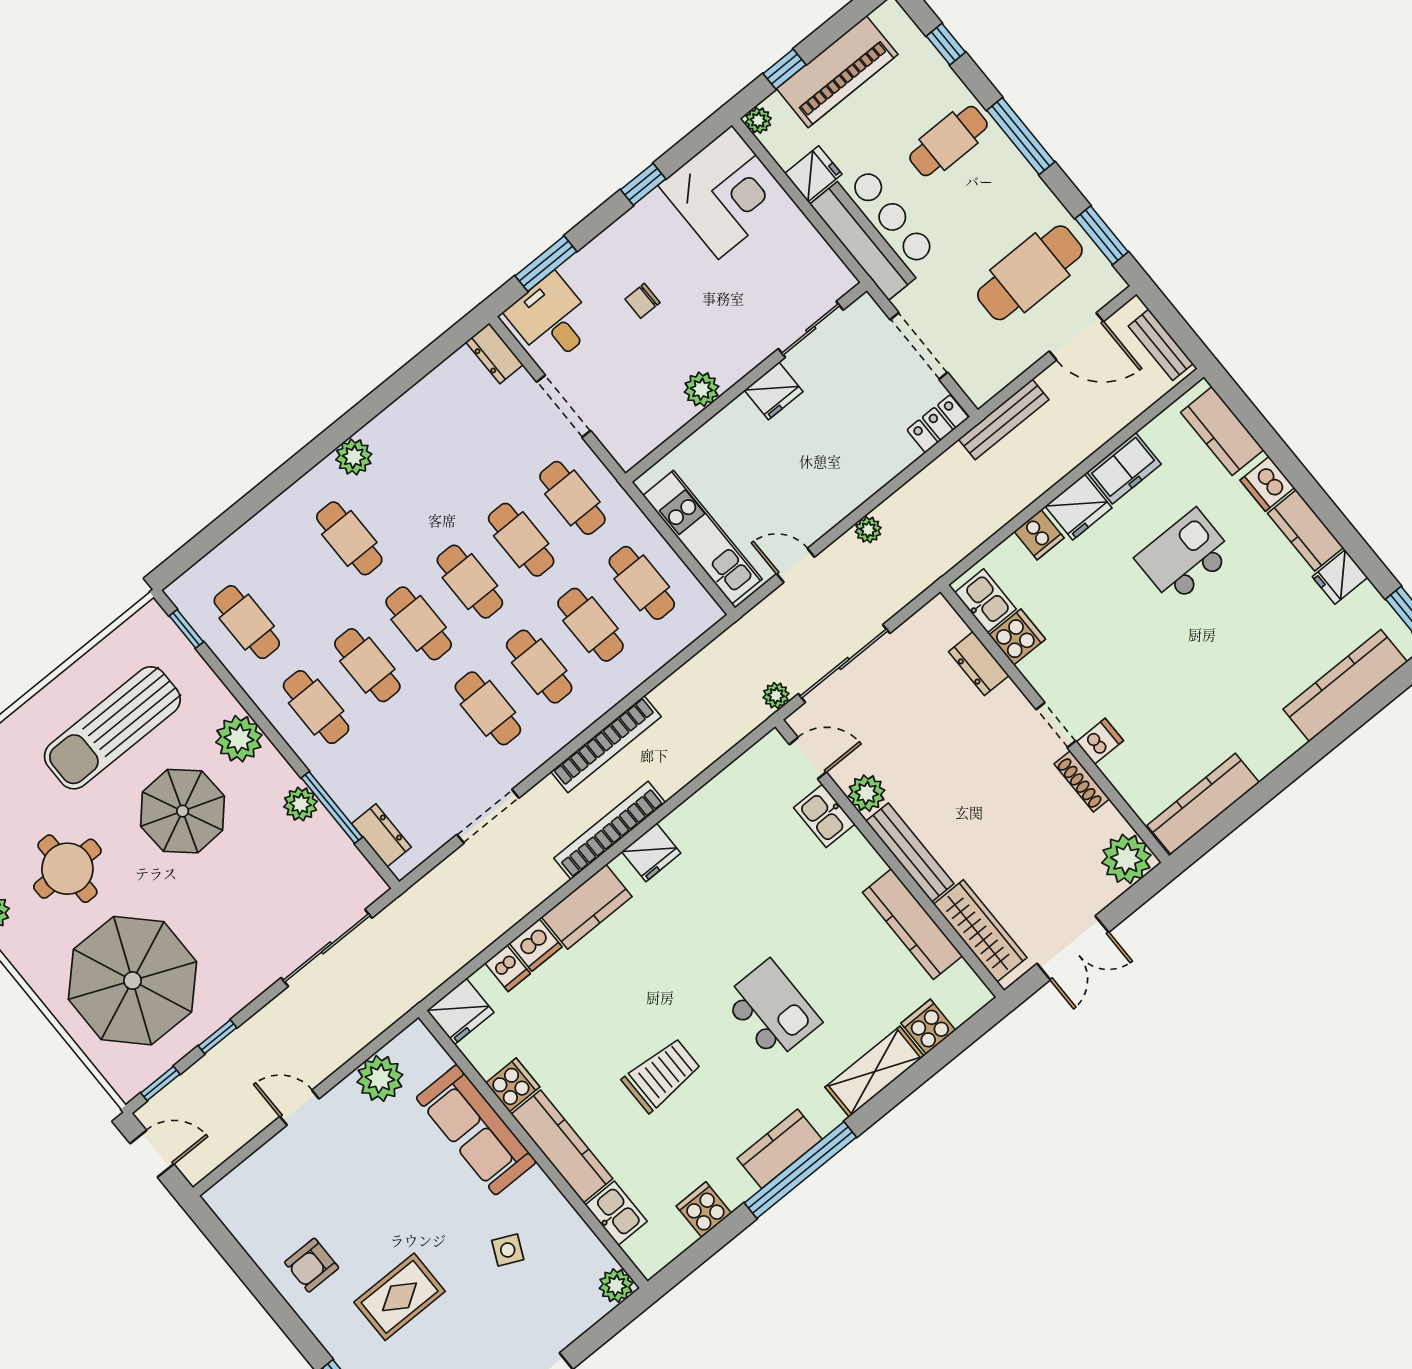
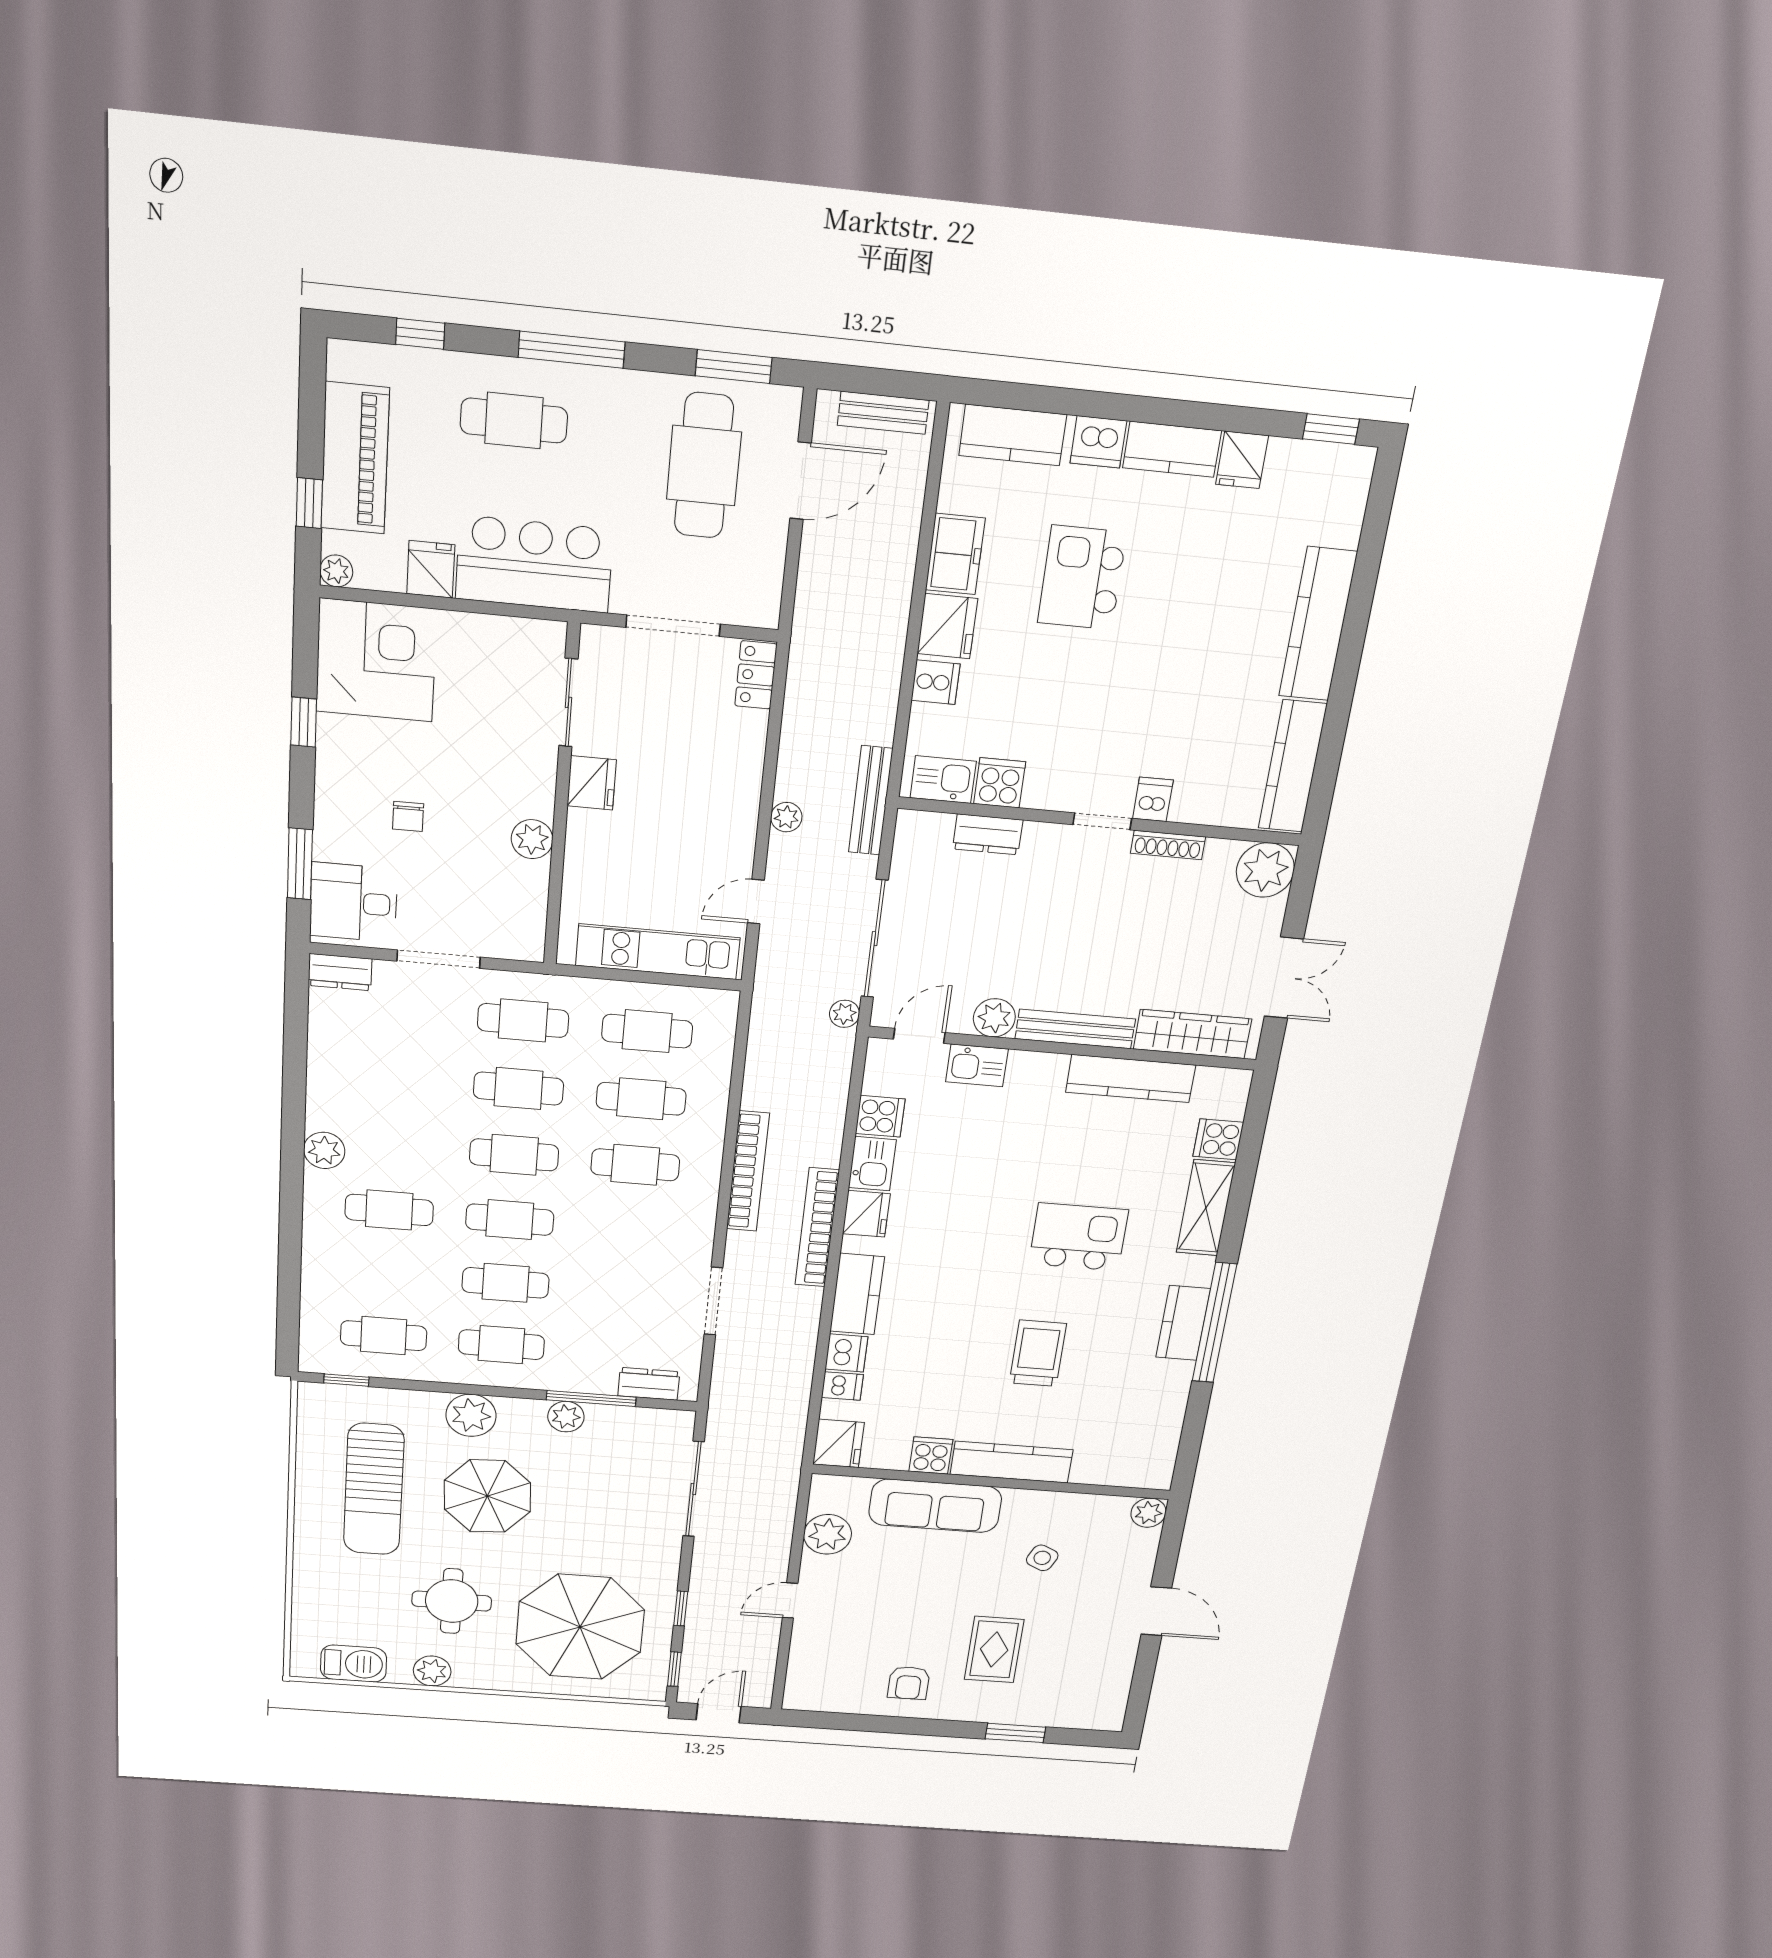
cafe table: (948, 141) -> (514, 421), turned 90
bench: (1004, 419) -> (871, 800), moved
kitchen counter: (1345, 686) -> (1318, 624), moved
cafe table: (488, 708) -> (630, 1229), removed
cooker: (704, 1210) -> (880, 1116), moved, turned 180
kitchen sink: (616, 1213) -> (872, 1164), moved, turned 90

